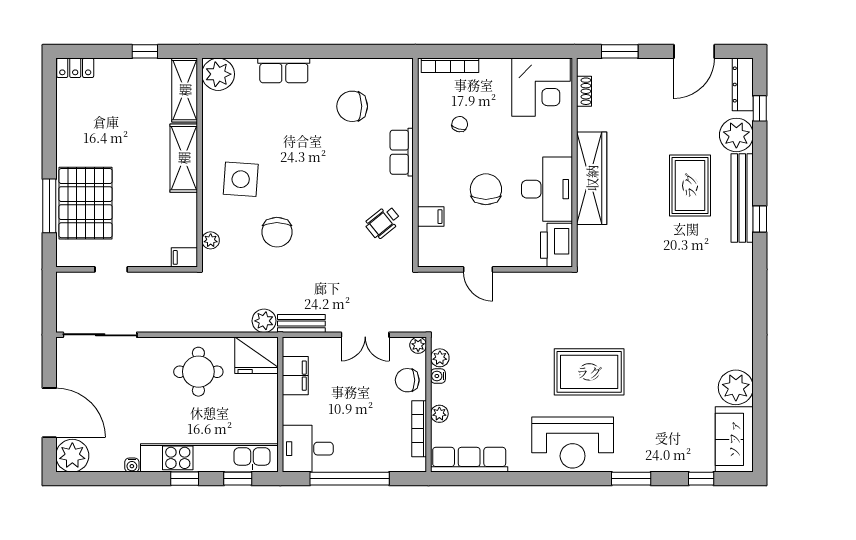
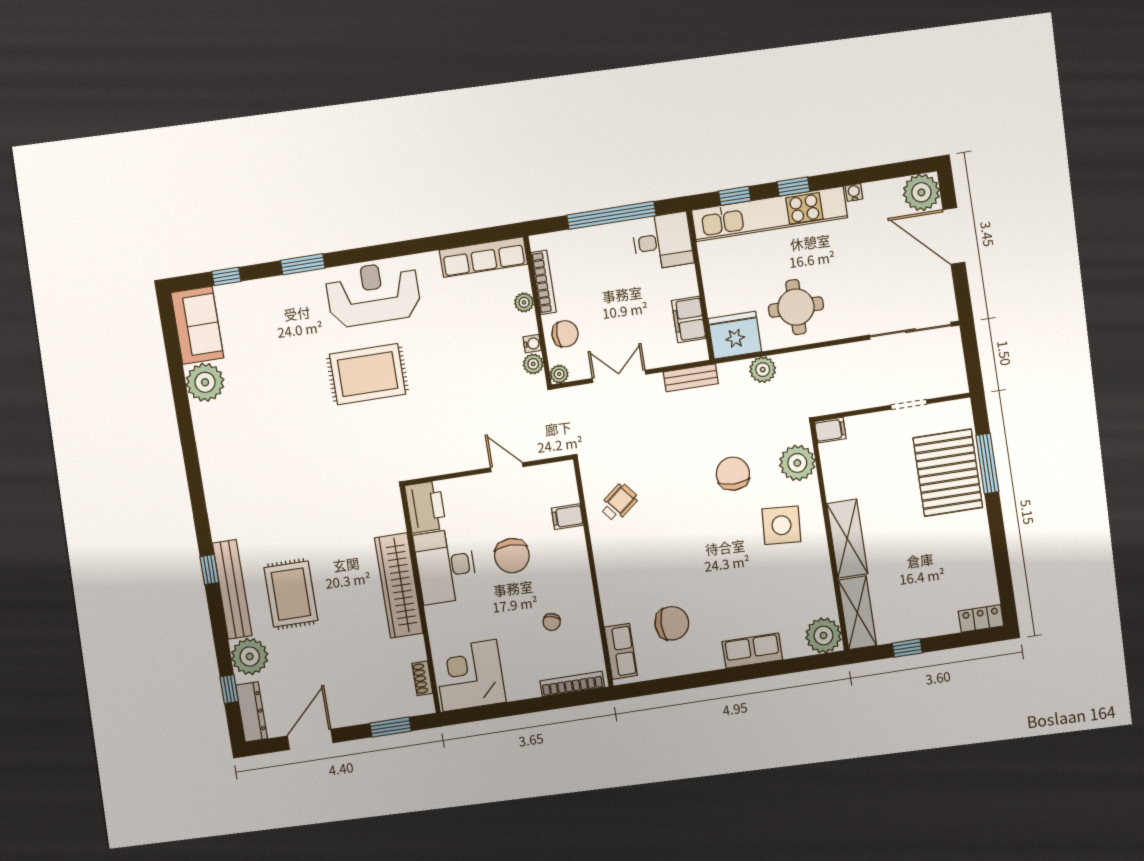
row of seats: (402, 152) -> (621, 651), moved
plant: (211, 240) -> (797, 463), width x1.88, depth x1.88
plant: (264, 321) -> (763, 370), moved

